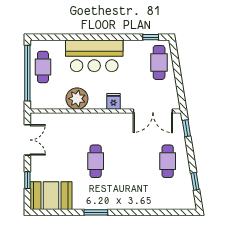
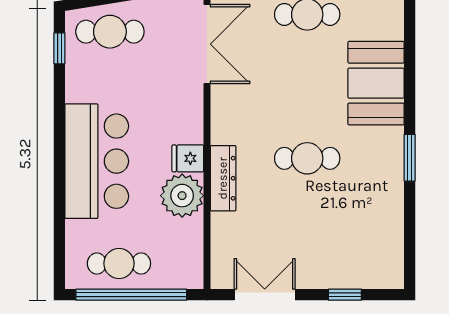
fridge: (113, 101) -> (188, 158), moved
dresser: (86, 119) -> (223, 178), added
booth: (51, 196) -> (376, 83), moved

